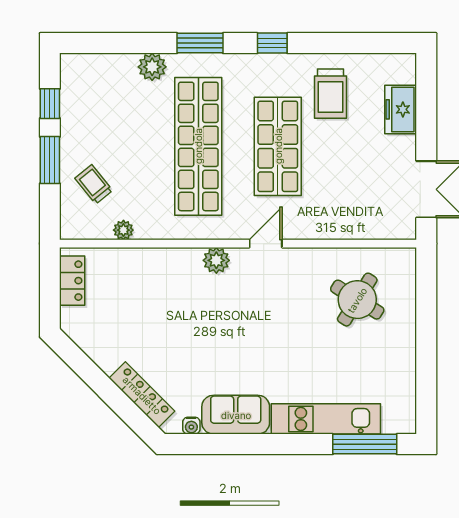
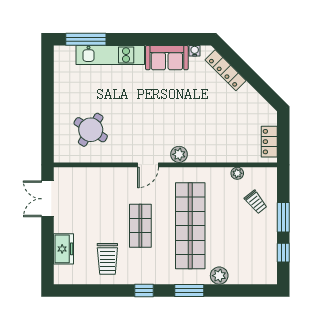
trolley: (330, 94) -> (107, 259), turned 180
shop shelf: (278, 146) -> (140, 226), width x0.70, depth x0.74

